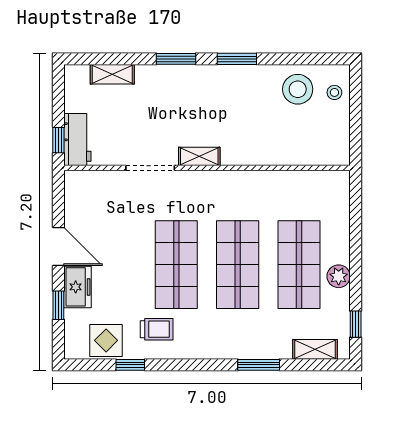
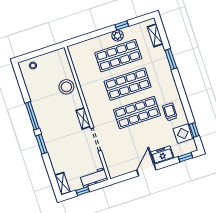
window: (237, 59) -> (32, 116), width x1.44
shelving: (112, 74) -> (62, 184), moved
stool: (298, 89) -> (66, 87), moved
window: (58, 140) -> (83, 191), moved
window: (58, 305) -> (185, 157), moved
window: (356, 324) -> (122, 25), moved
window: (130, 365) -> (194, 130), moved

